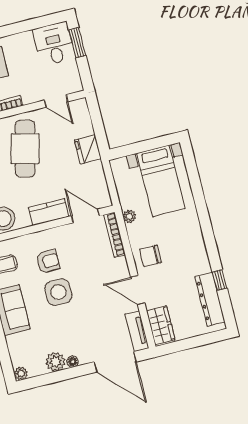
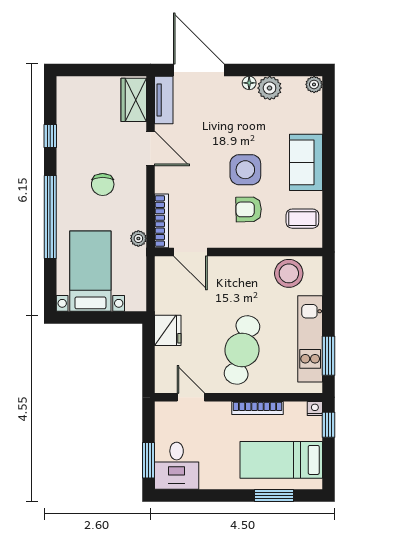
kitchen counter: (49, 212) -> (233, 268), removed
window: (204, 216) -> (50, 217), added
chair: (150, 256) -> (103, 184), moved, turned 90
dresser: (210, 299) -> (68, 116), removed

